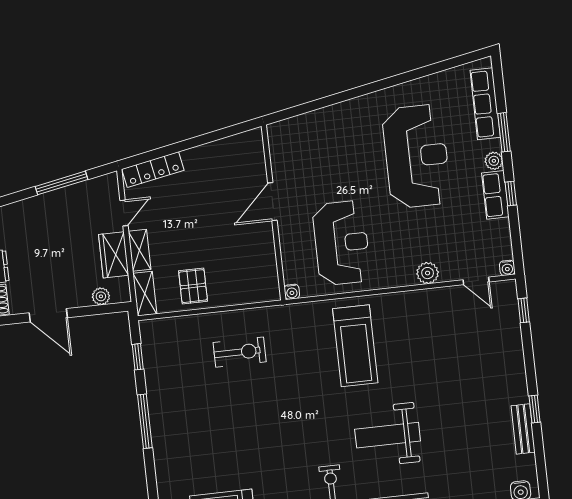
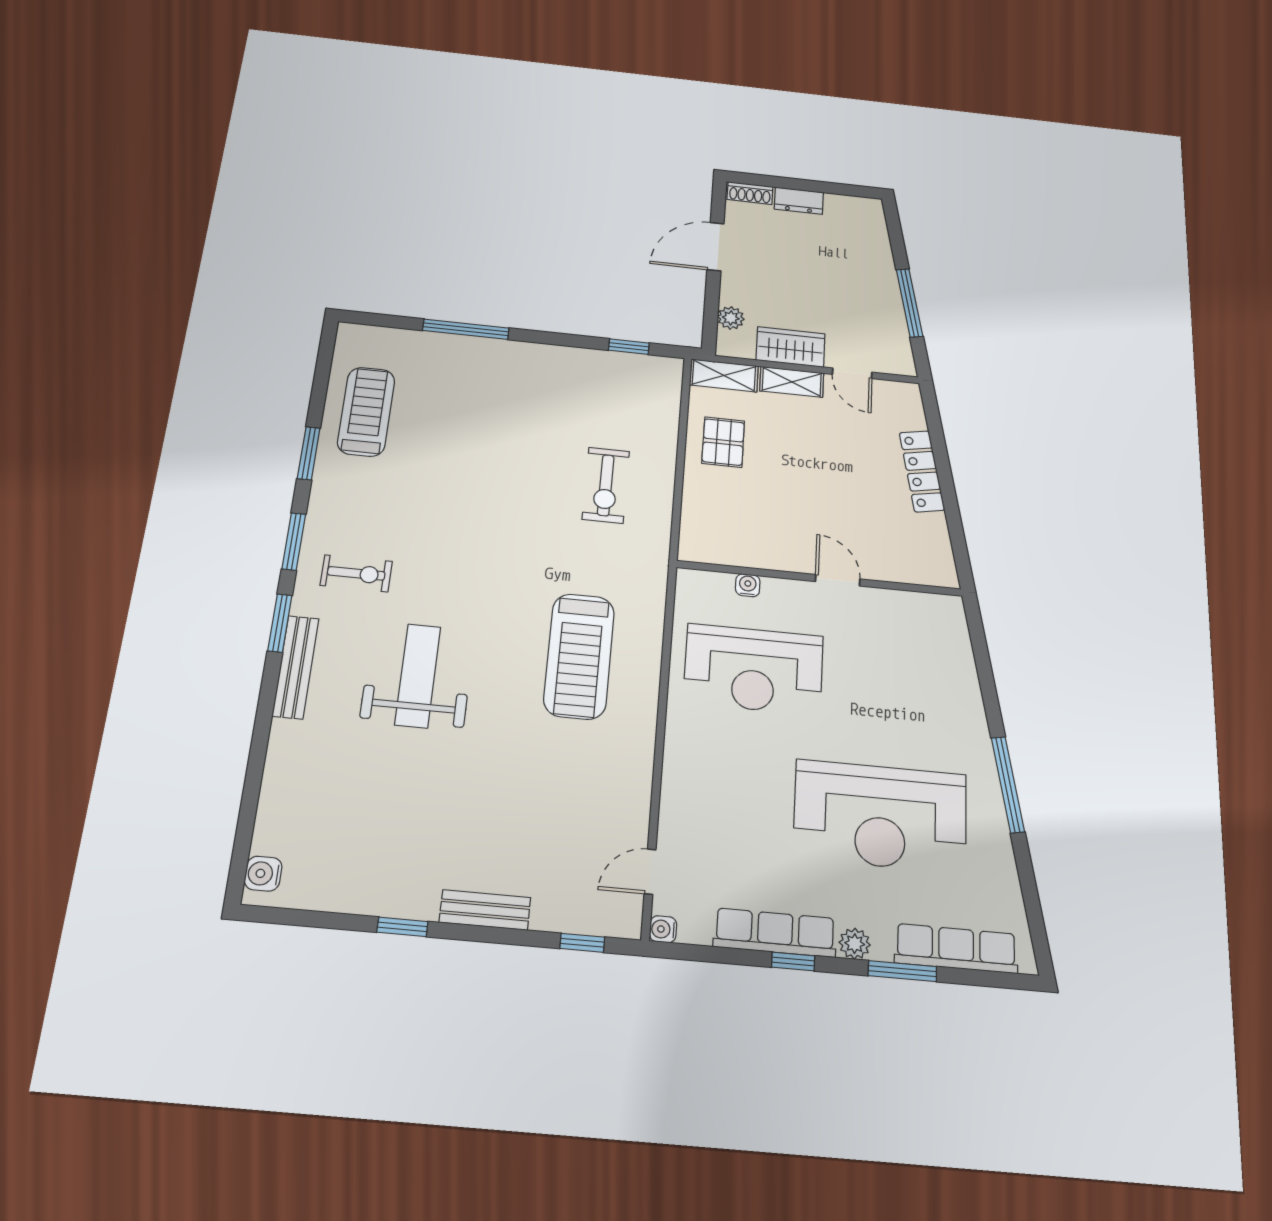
window: (382, 85) -> (1008, 785), added
locker: (153, 170) -> (922, 471), moved
row of seats: (495, 195) -> (775, 933), width x1.48
door: (272, 202) -> (838, 580), width x0.73
plant: (428, 273) -> (679, 794), removed
pallet: (193, 286) -> (723, 442), turned 90
water cooler: (292, 292) -> (748, 585), moved, turned 90
treadmill: (355, 346) -> (579, 656), turned -90
window: (145, 421) -> (466, 329), moved
bench: (523, 429) -> (485, 910), moved

